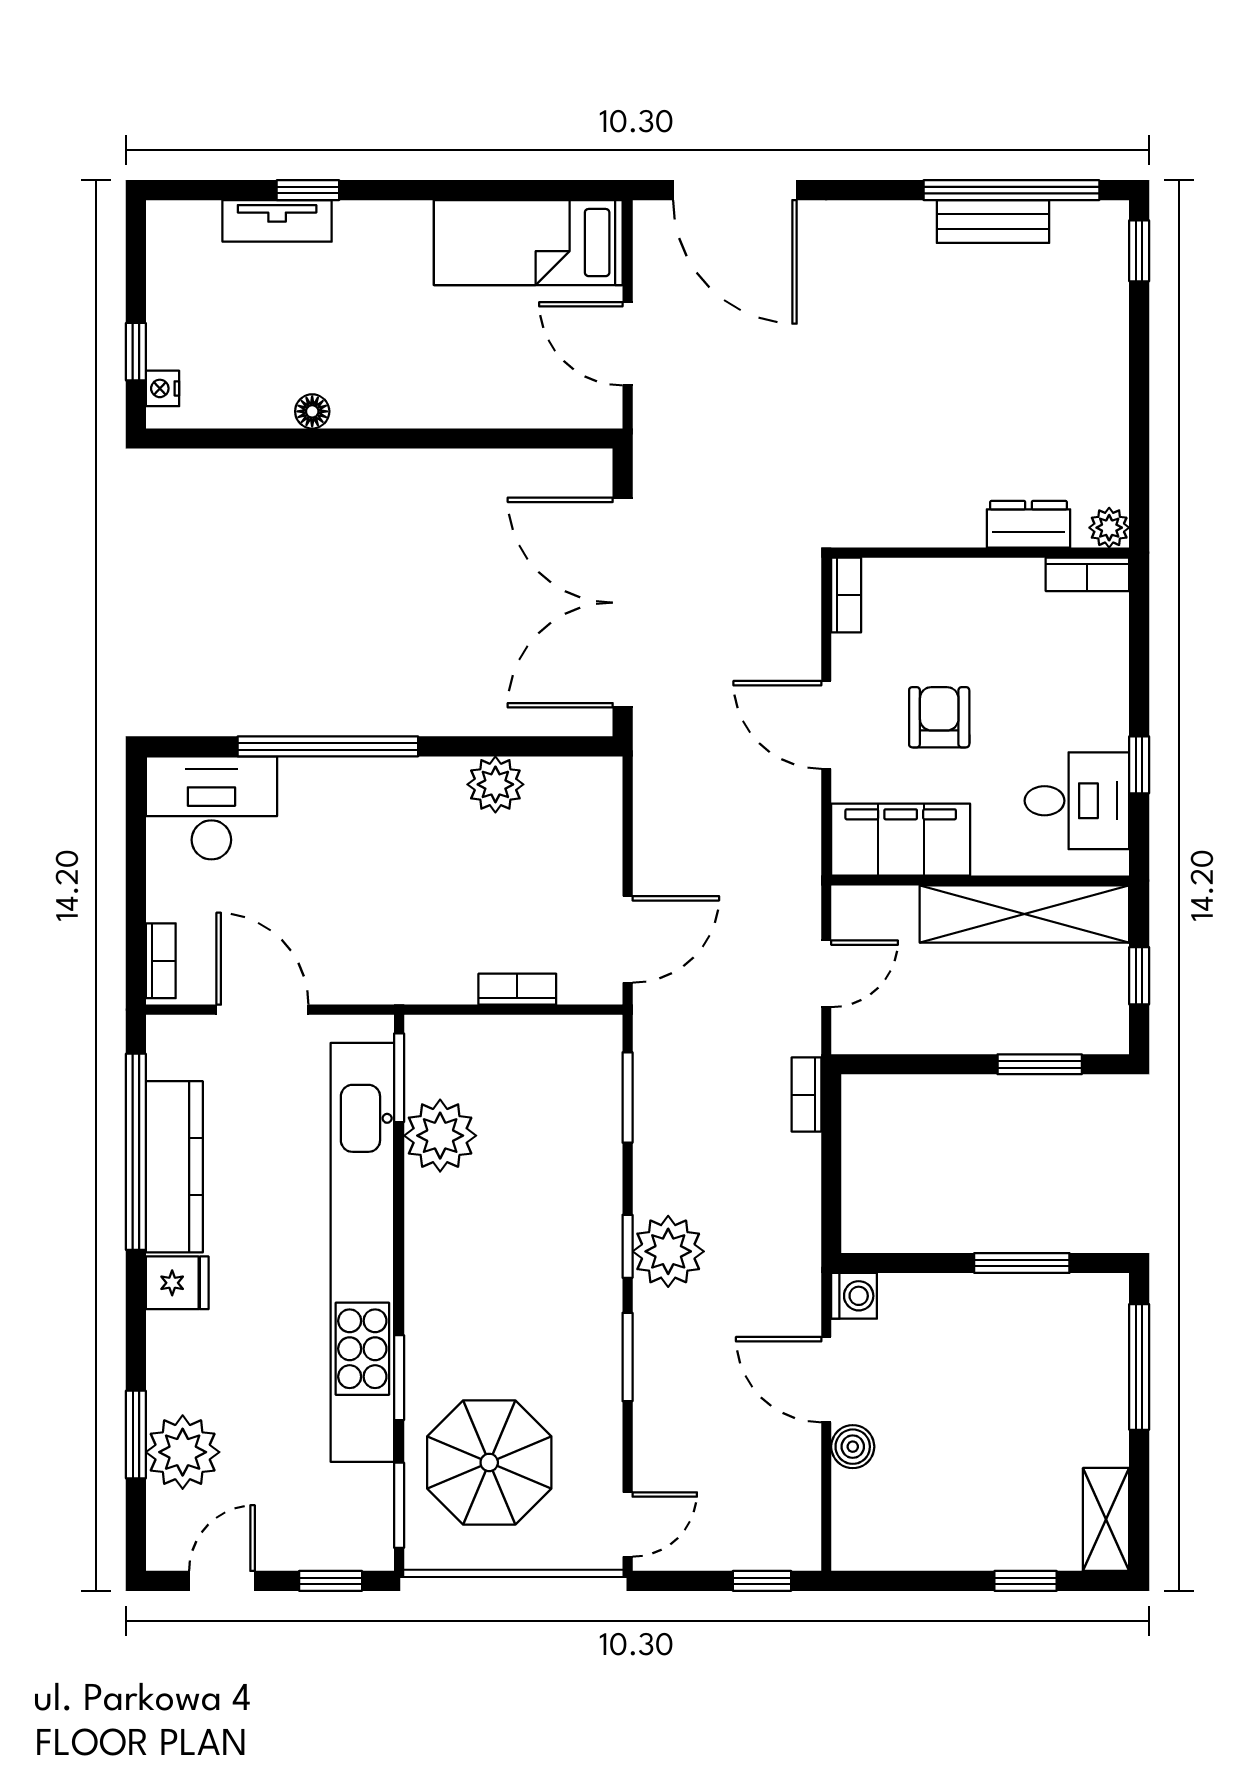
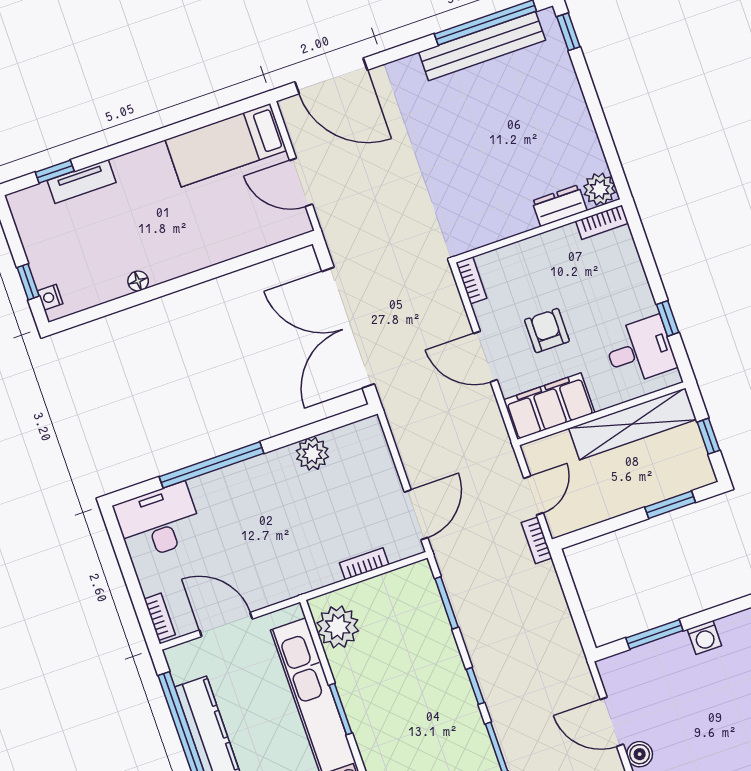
window: (308, 190) -> (55, 172), moved
bench: (993, 221) -> (482, 46), width x1.86, depth x1.21
plant: (1109, 528) -> (600, 189), width x1.38, depth x1.38
window: (399, 1078) -> (341, 709), moved
bookcase: (806, 1095) -> (537, 540), moved
plant: (440, 1136) -> (338, 627), moved
plant: (668, 1251) -> (499, 681), removed
window: (1022, 1263) -> (654, 634), moved
washing machine: (854, 1296) -> (704, 638), moved, turned 90

